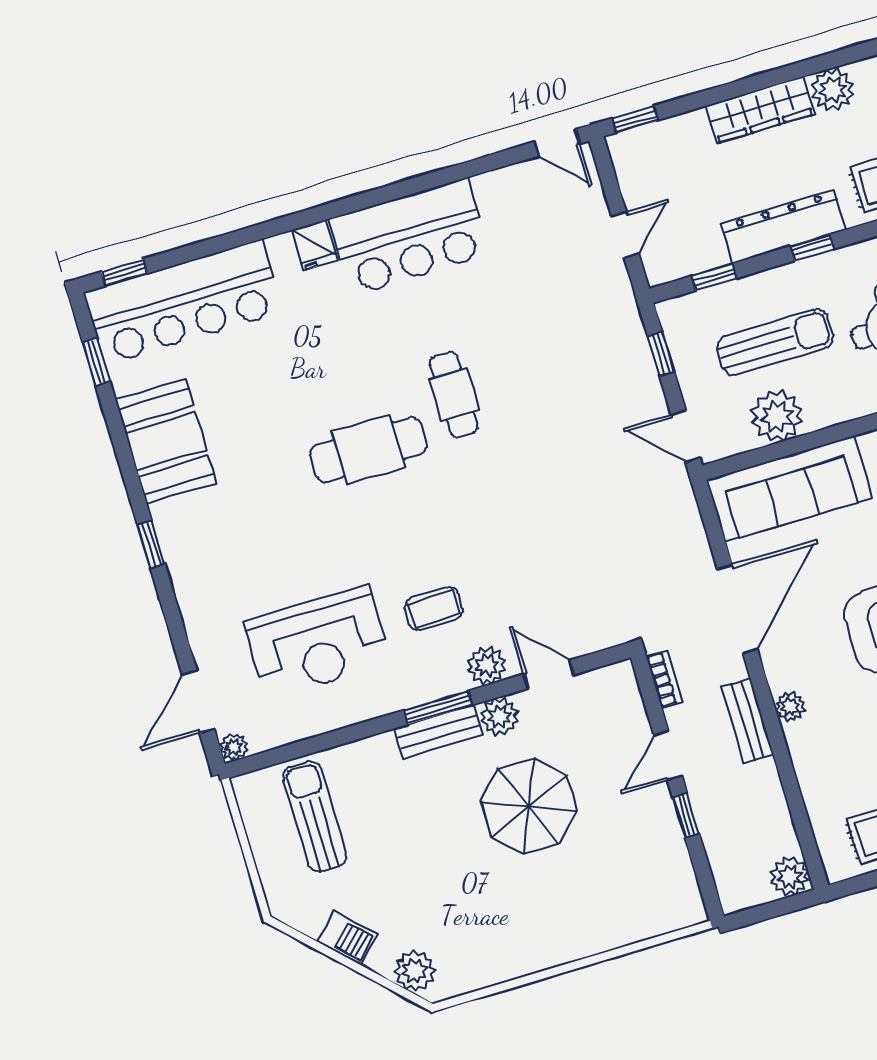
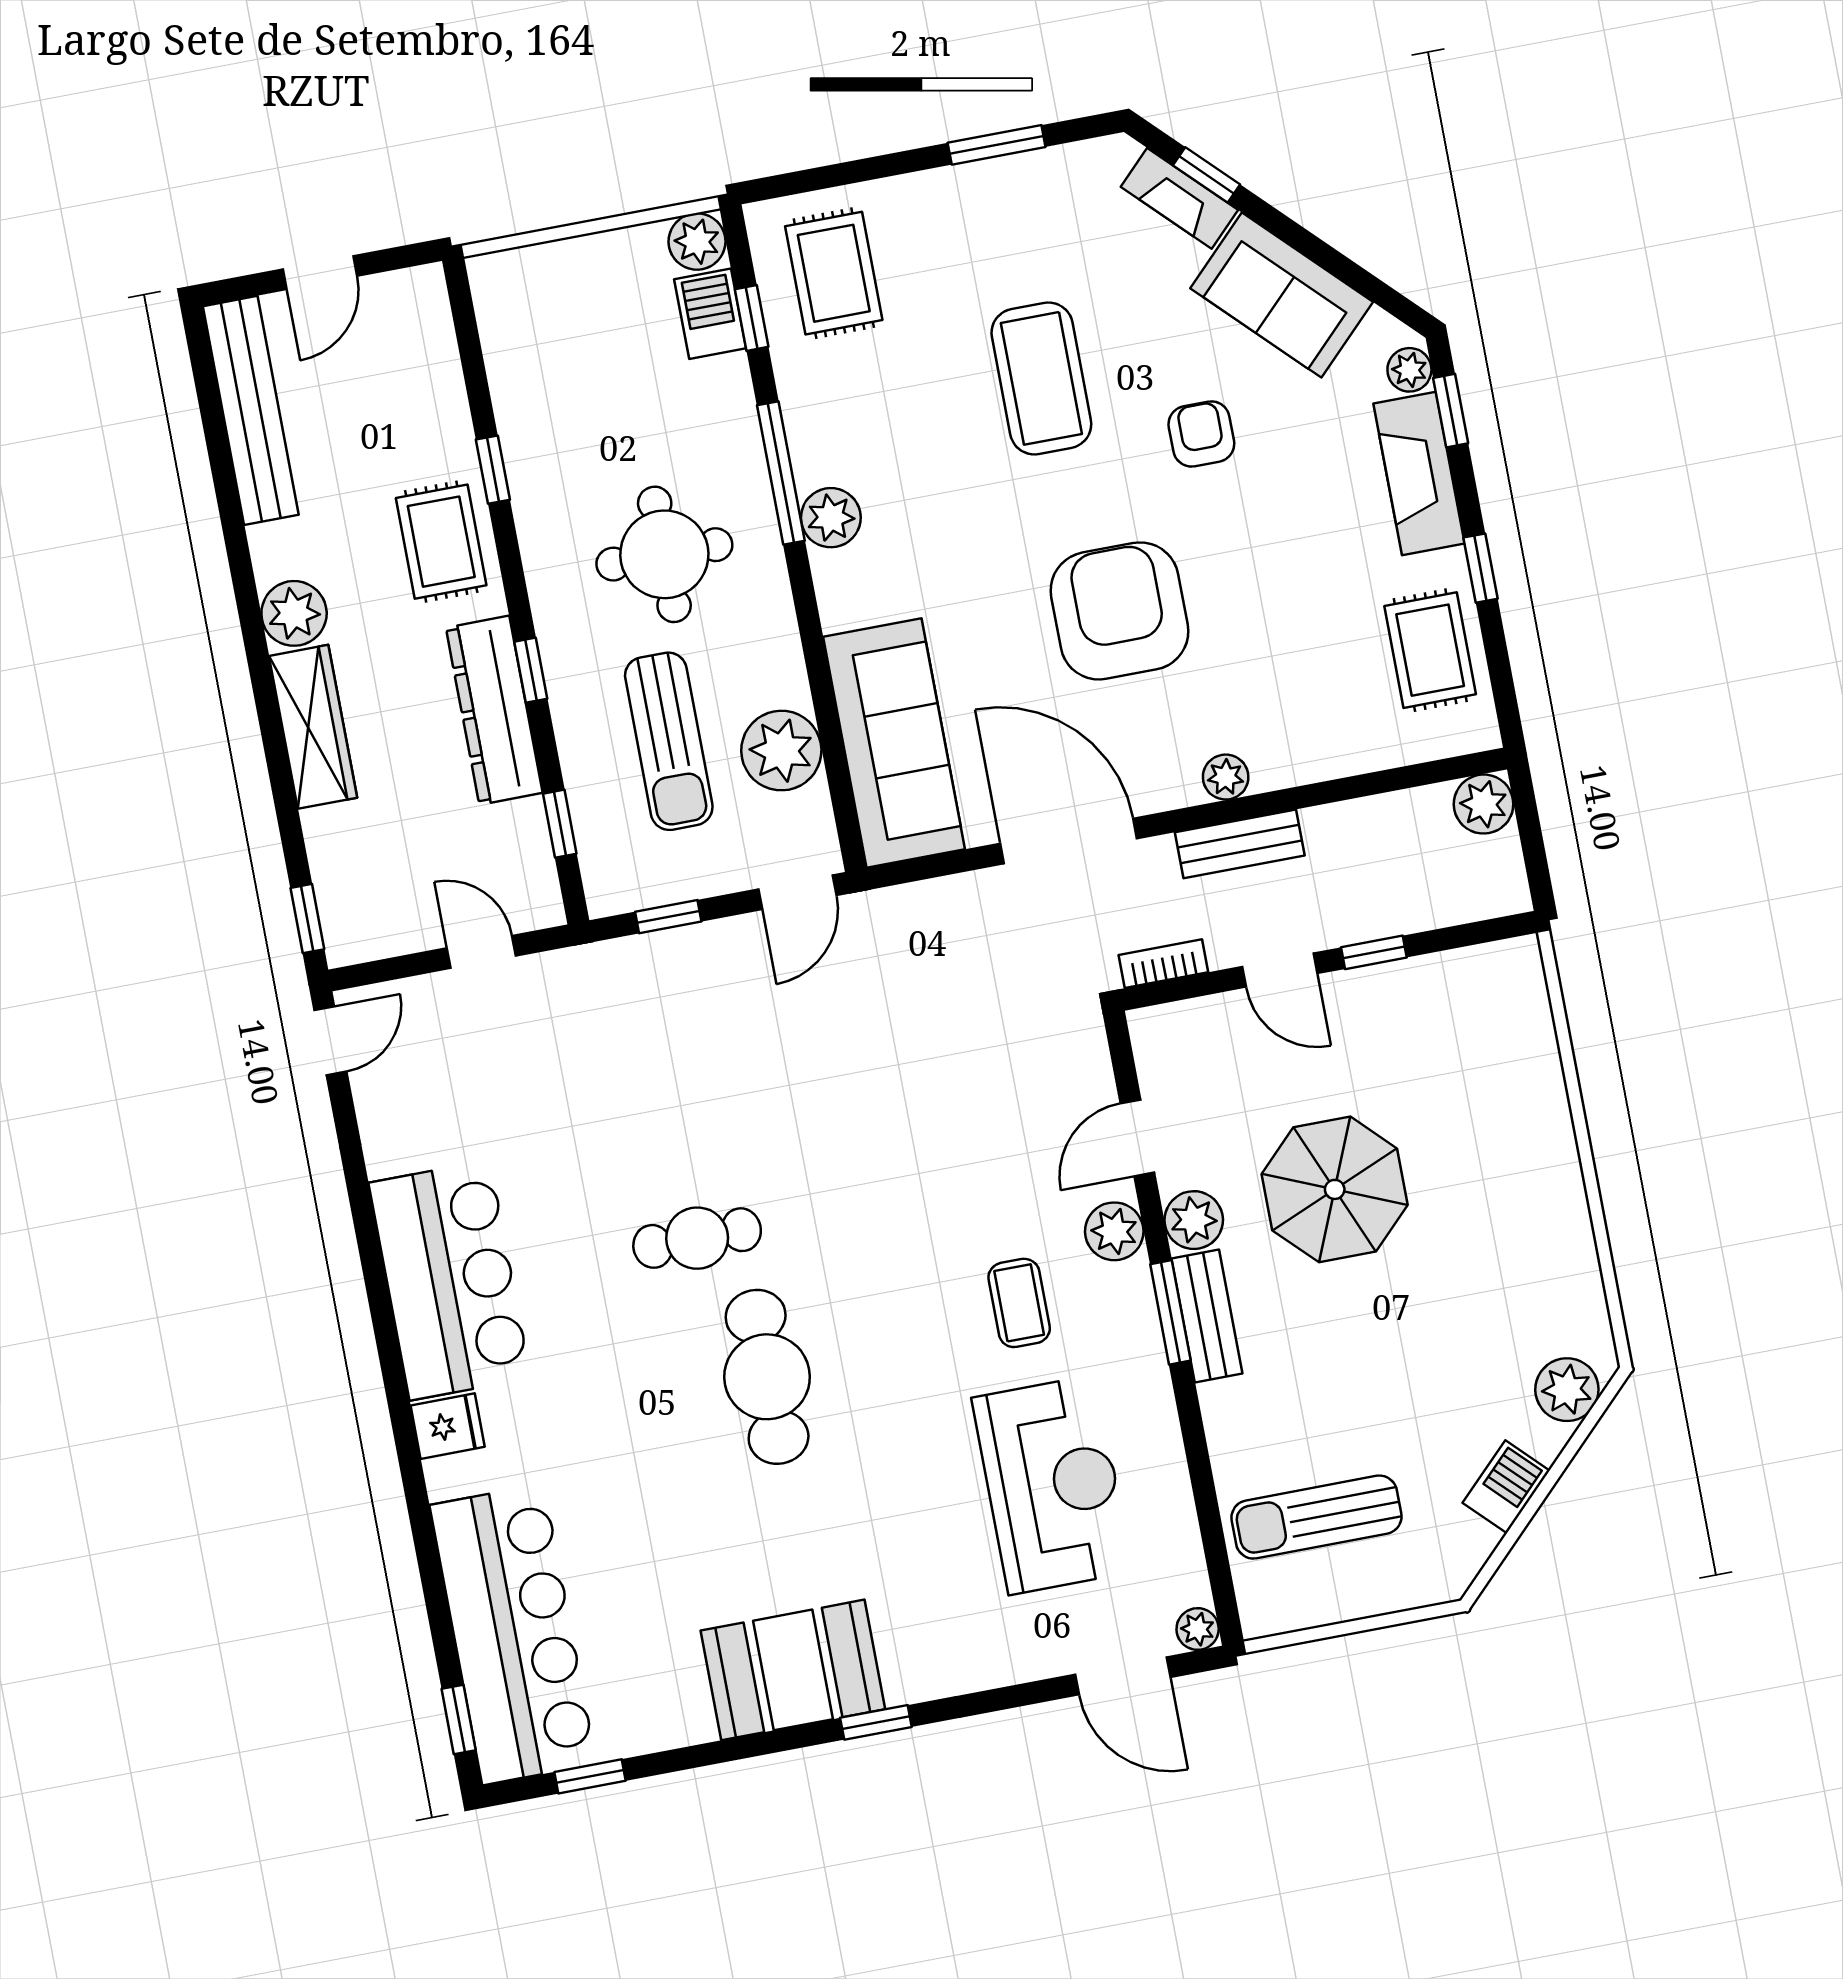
sun lounger: (775, 342) -> (669, 741), turned 180
booth: (166, 441) -> (793, 1670), moved

